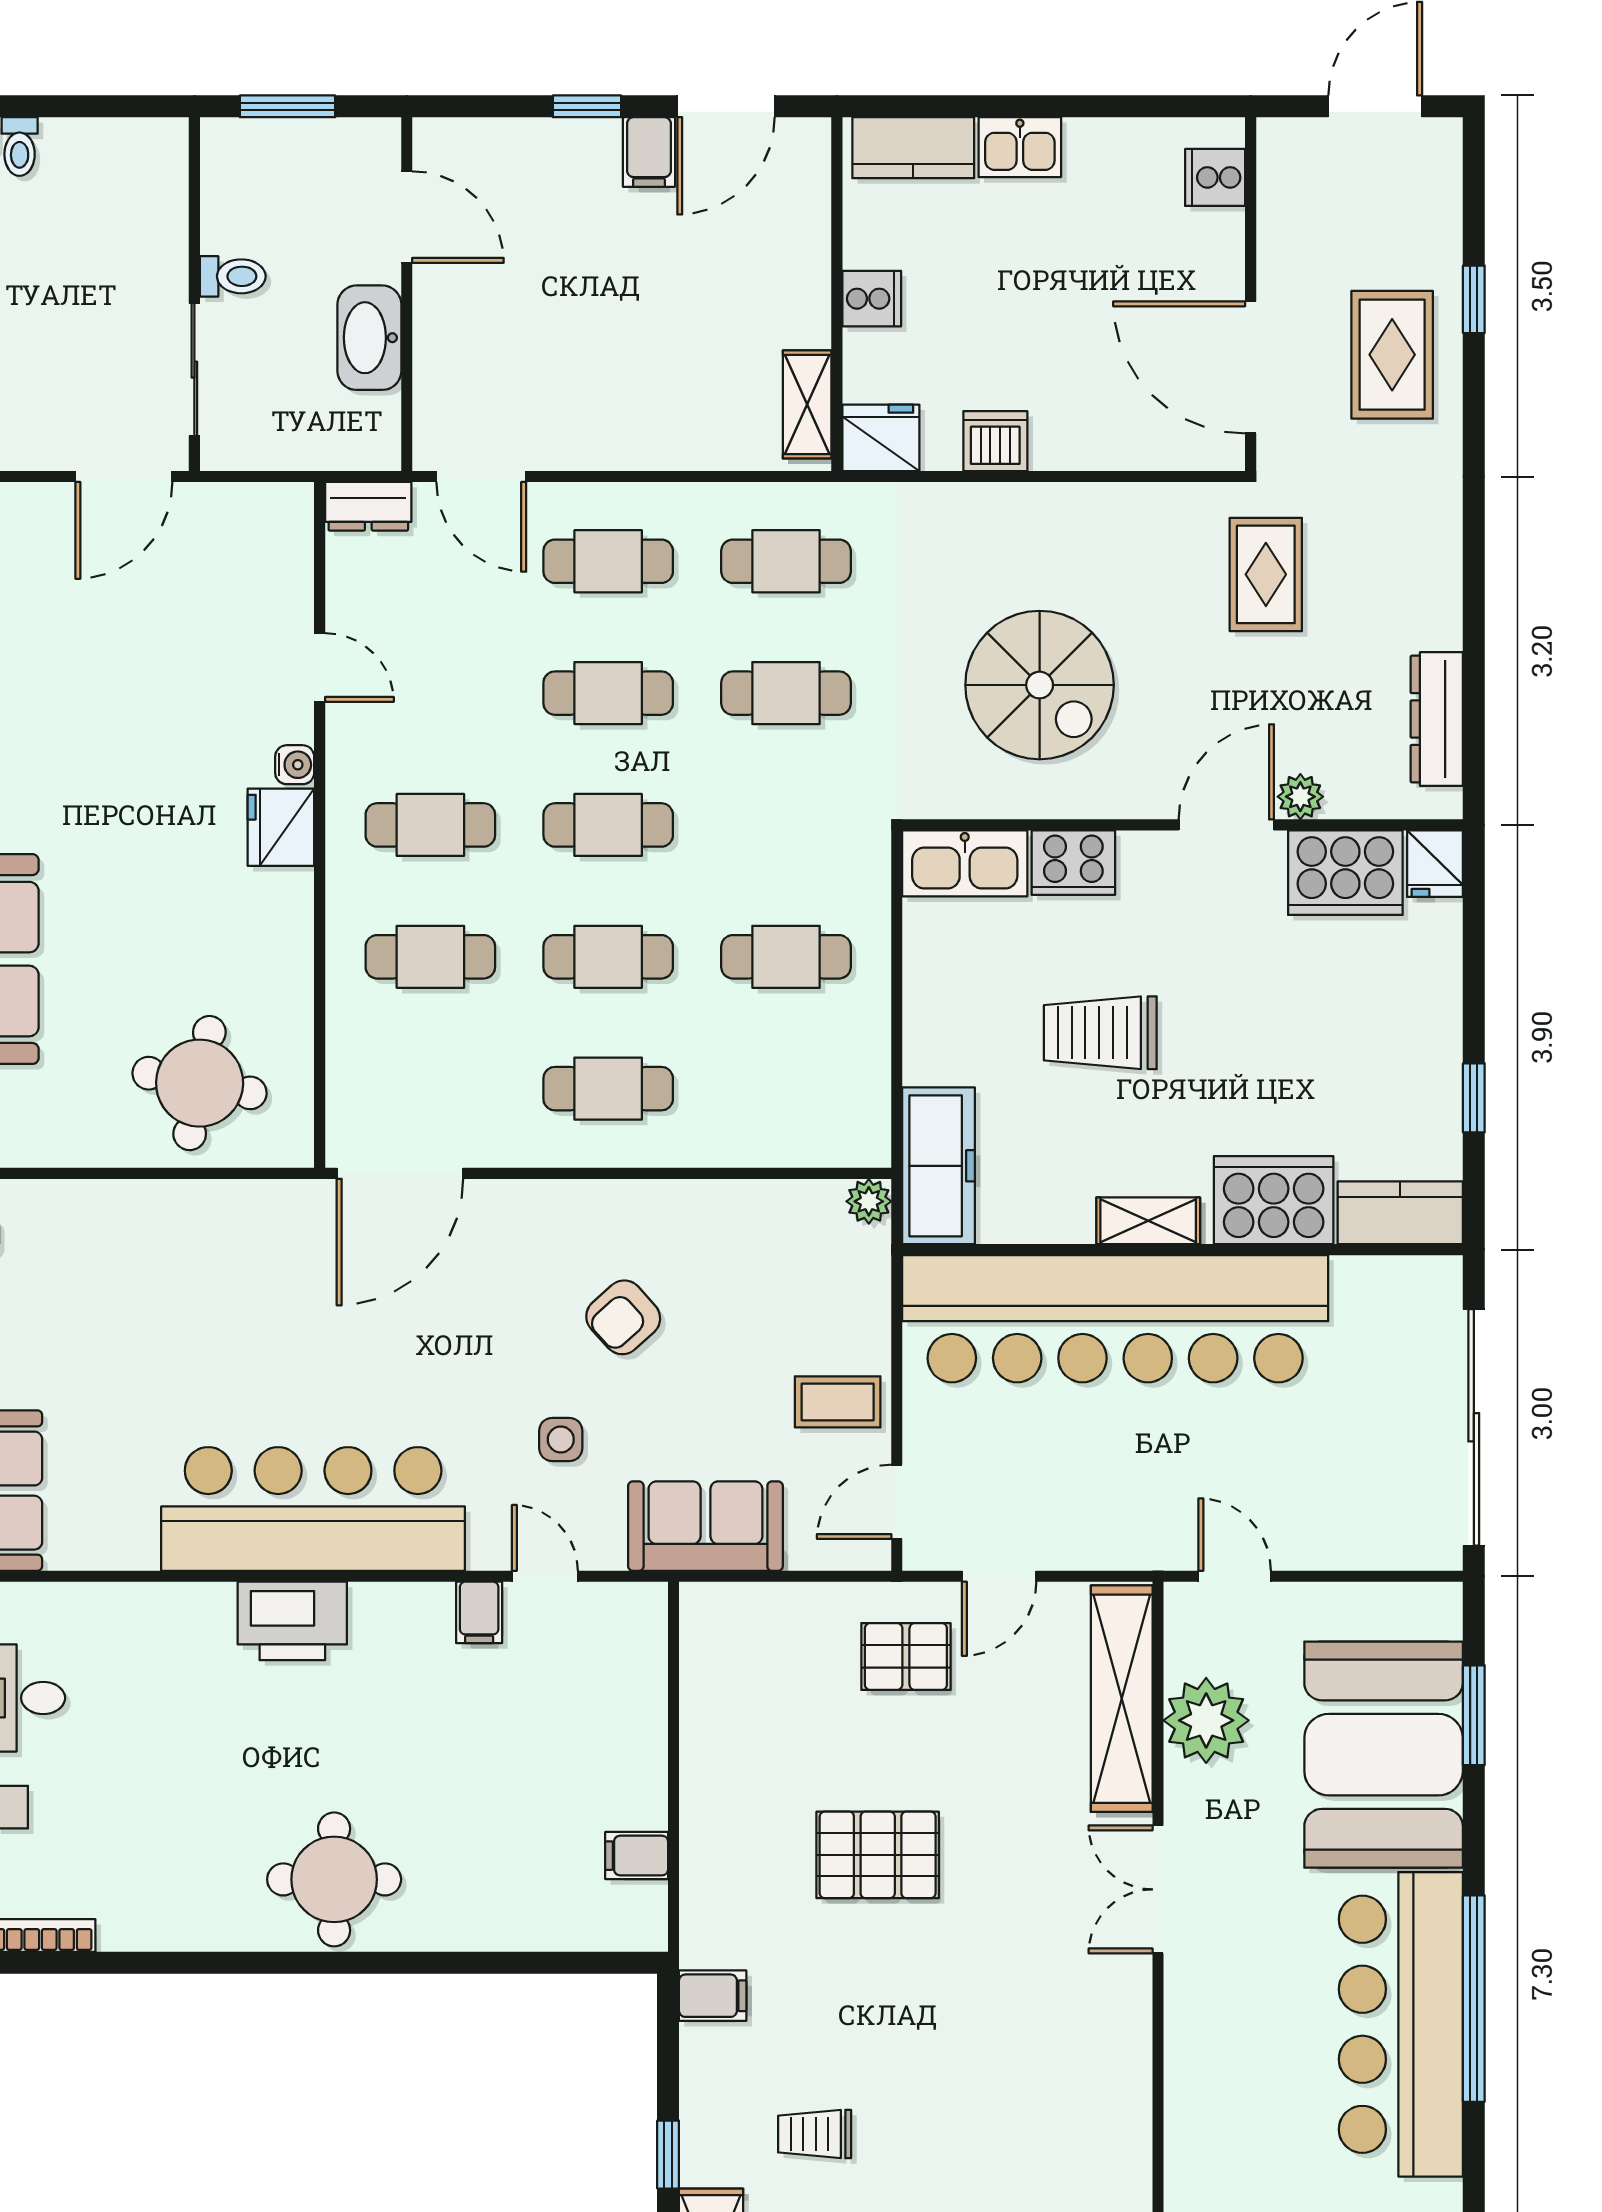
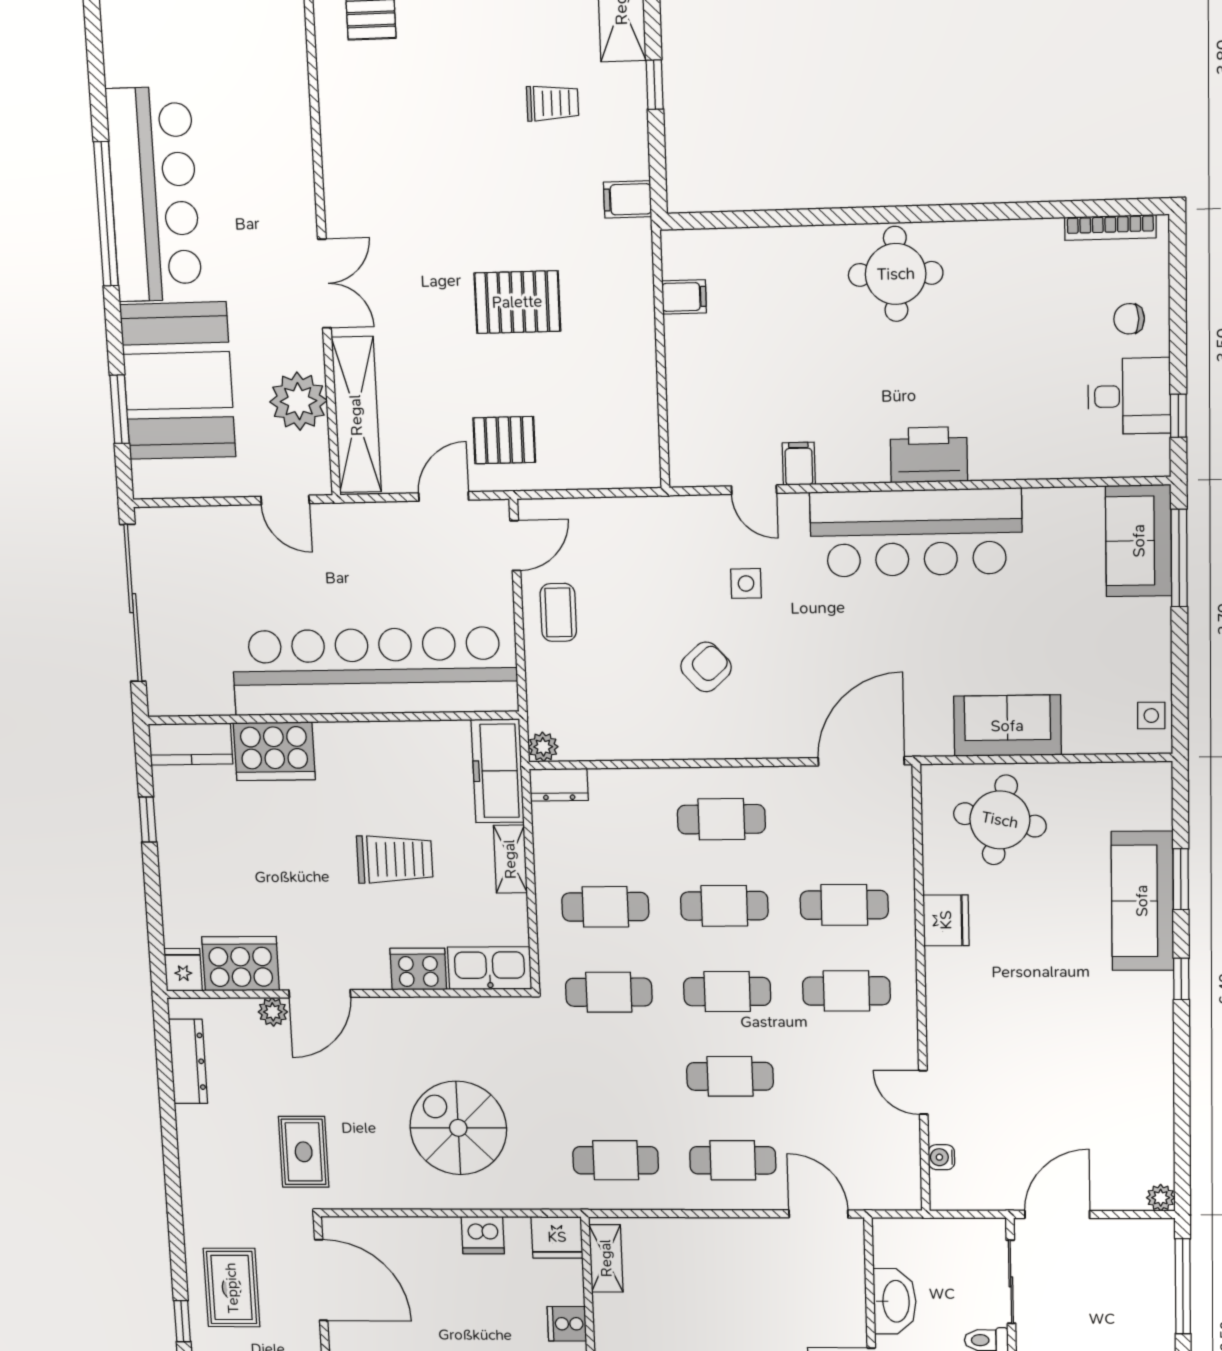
dresser: (368, 506) -> (559, 785), moved, turned 180
spiral stairs: (1040, 685) -> (458, 1128), moved
cafe table: (786, 693) -> (609, 992), moved
water cooler: (295, 765) -> (941, 1157), moved
fridge: (281, 827) -> (946, 920), moved
shelving: (1148, 1221) -> (510, 859), moved, turned 90
coffee table: (838, 1402) -> (558, 612), turned 90
sofa: (705, 1526) -> (1007, 726), moved, turned 180

